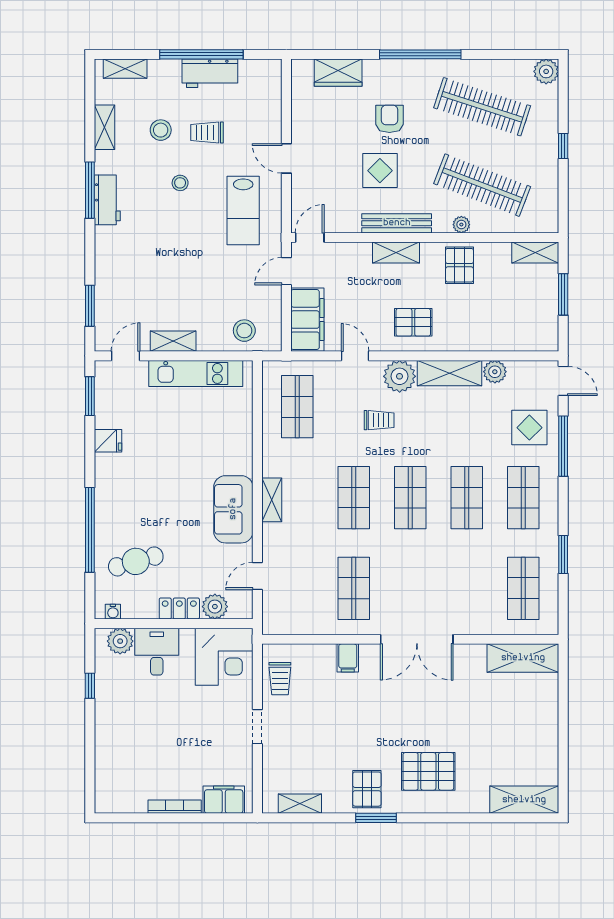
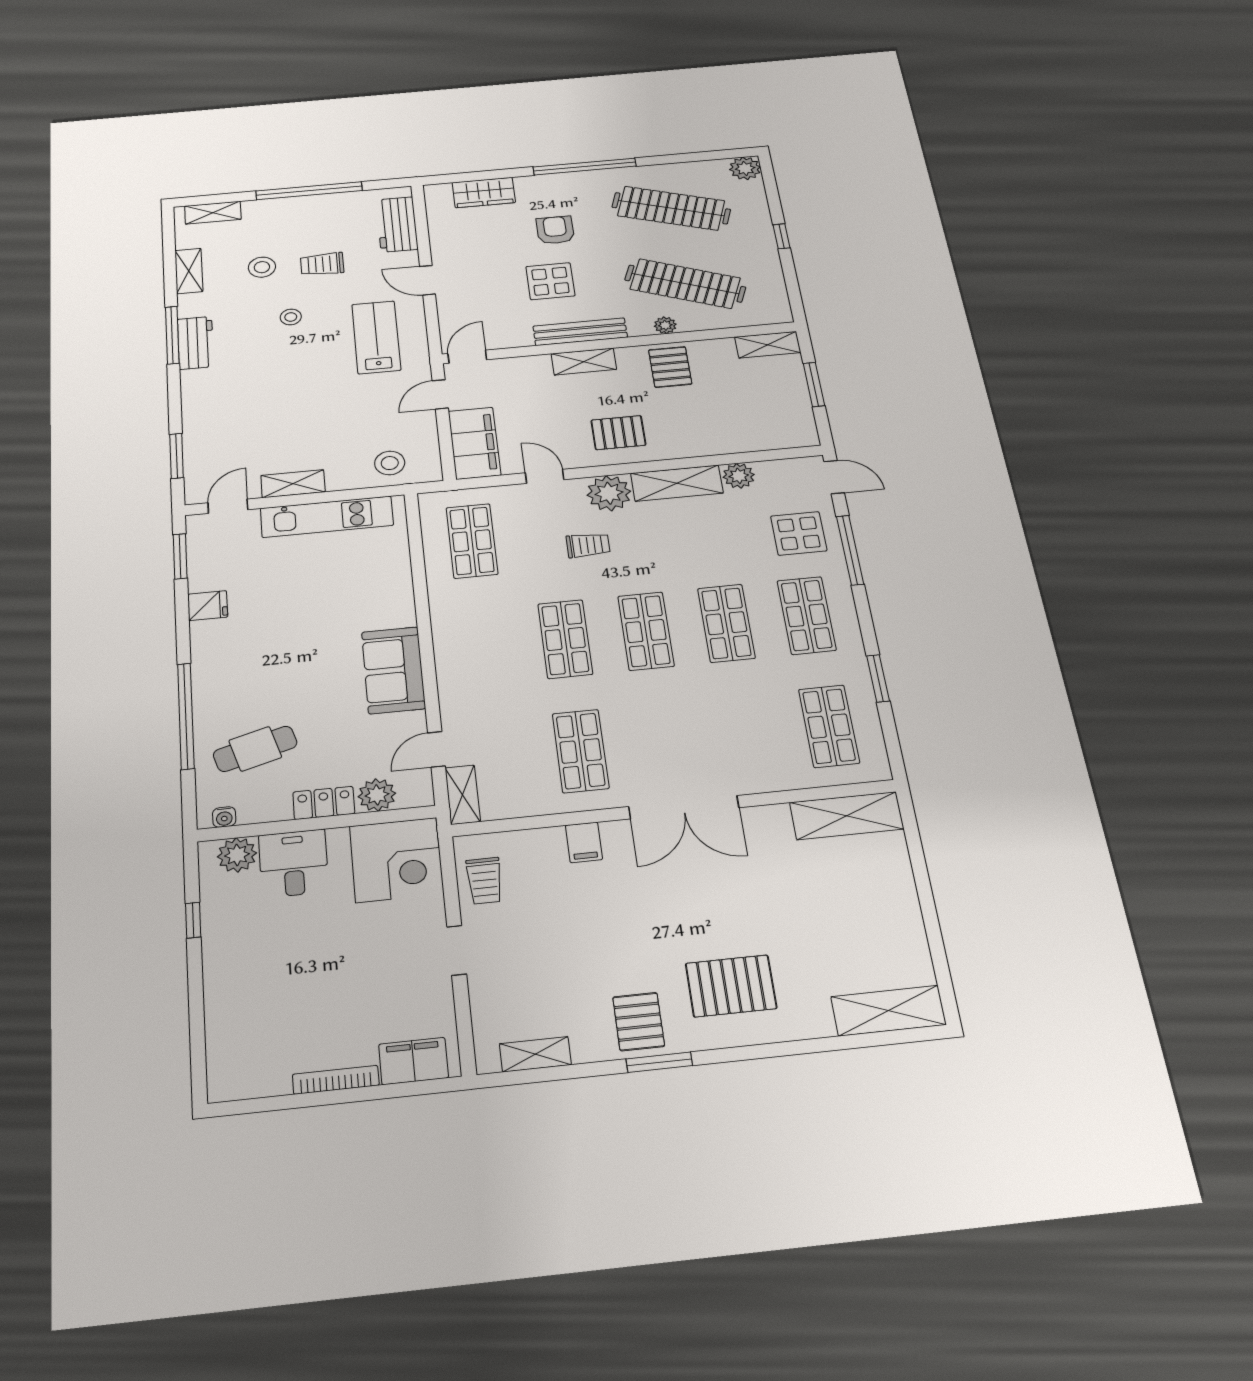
workbench: (210, 73) -> (397, 224), moved, turned 90
lab bench: (243, 210) -> (376, 337), turned 180
shelving: (272, 500) -> (463, 795), moved

